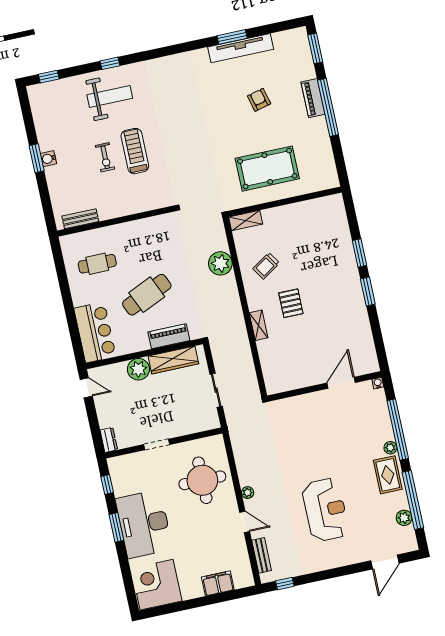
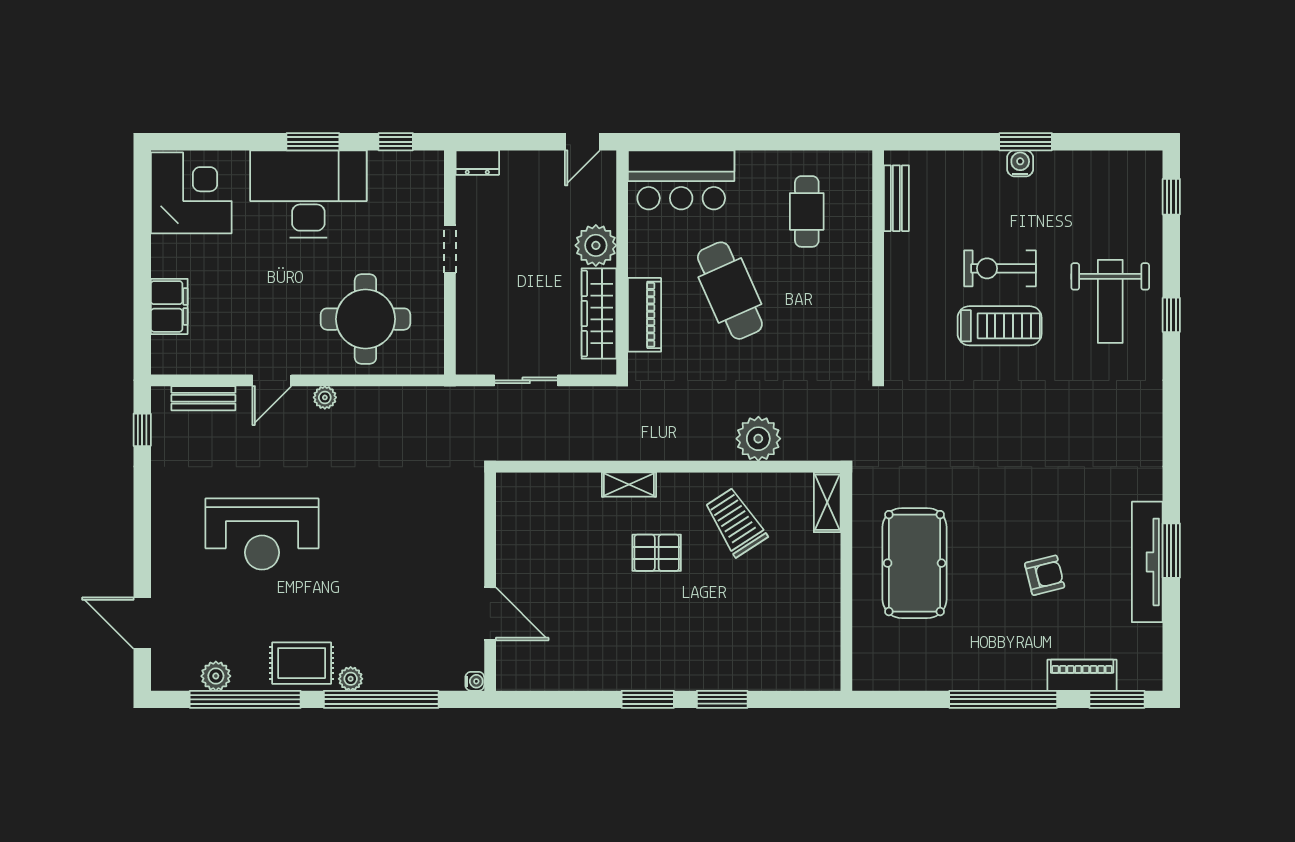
piano: (313, 98) -> (1082, 675), moved
exercise bike: (105, 157) -> (1000, 268), width x1.38, depth x1.39
trolley: (266, 266) -> (736, 522), width x1.36, depth x1.39

